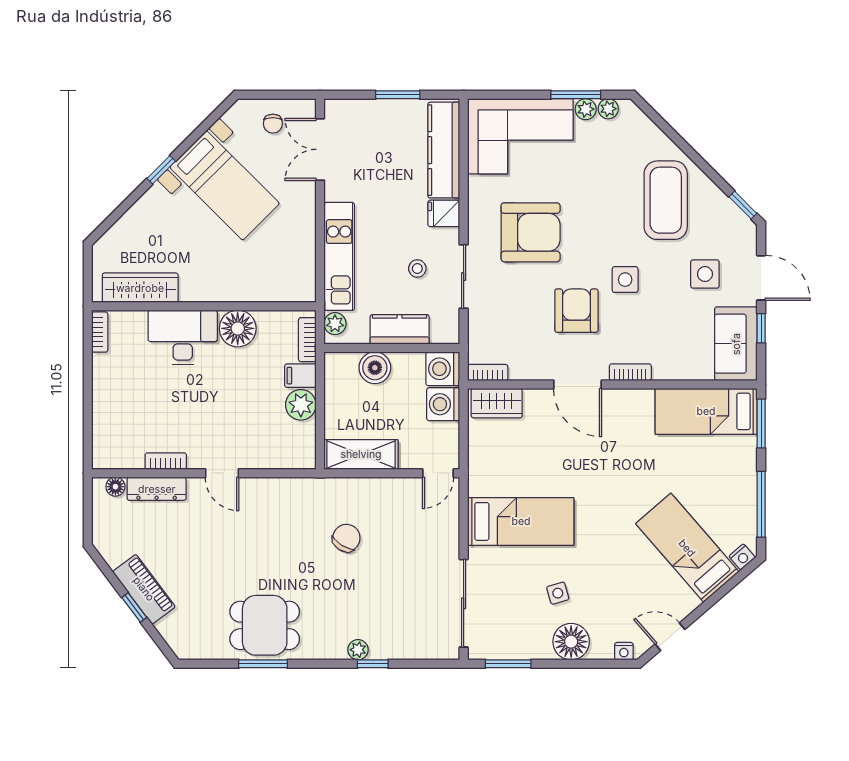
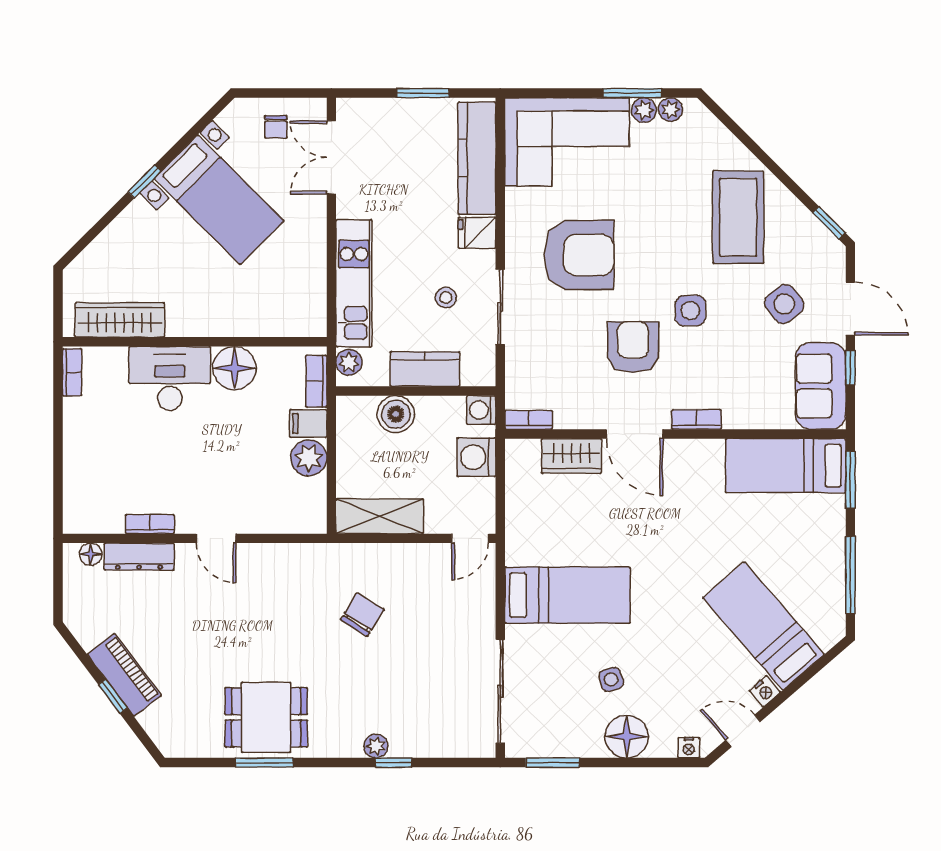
side table: (705, 274) -> (784, 304), turned -38
washing machine: (443, 369) -> (481, 410), width x0.73, depth x0.73
wardrobe: (497, 403) -> (571, 456), moved
nightstand: (742, 557) -> (765, 691), moved

